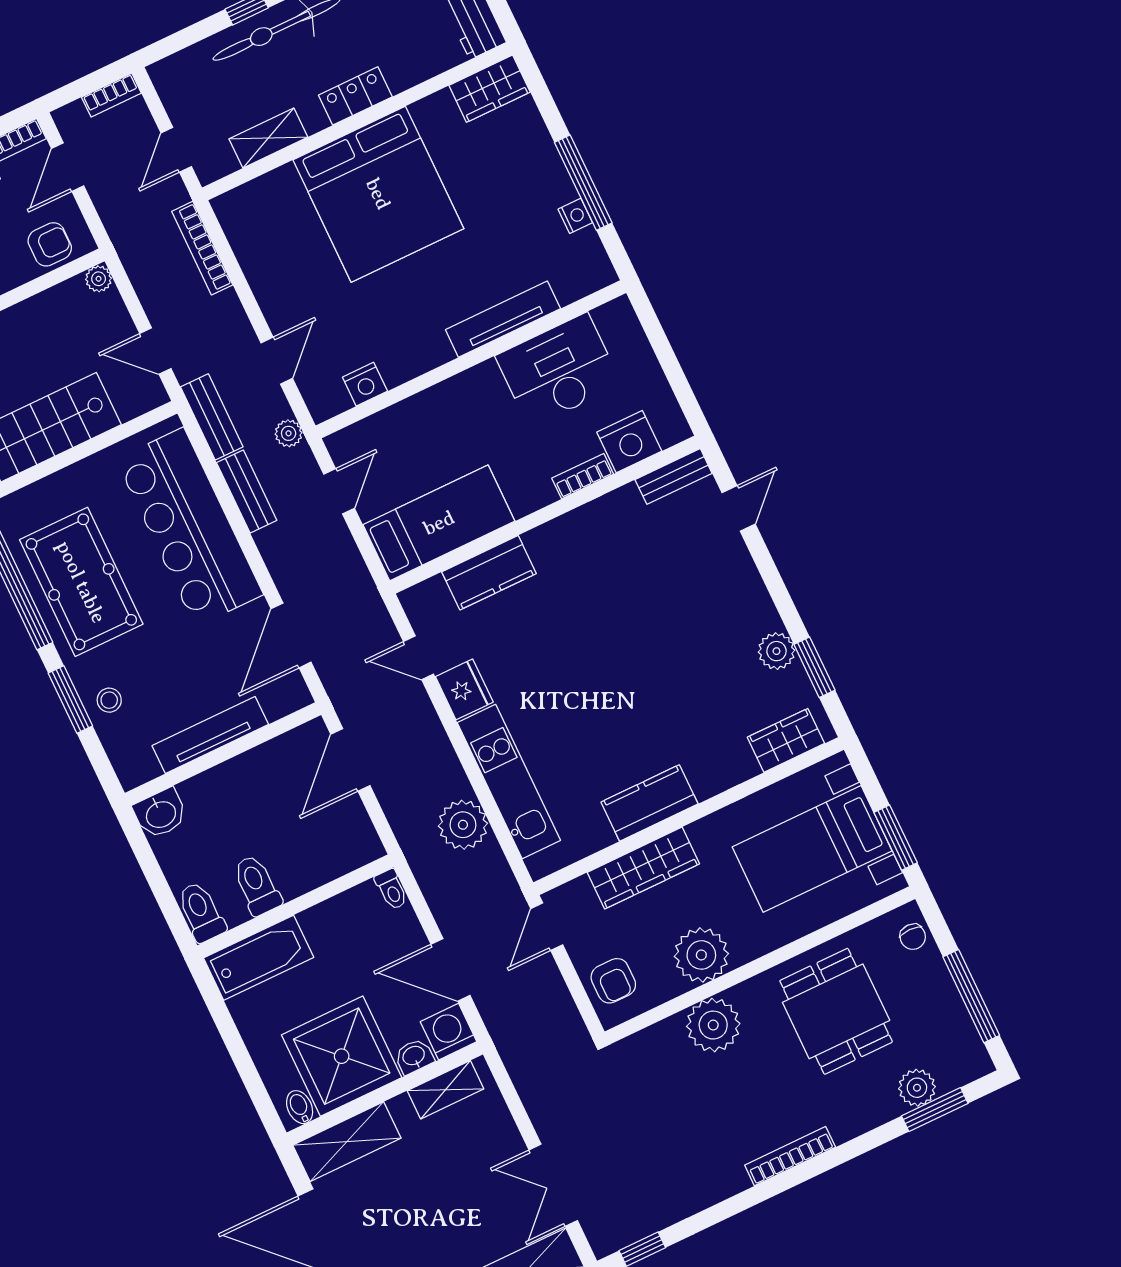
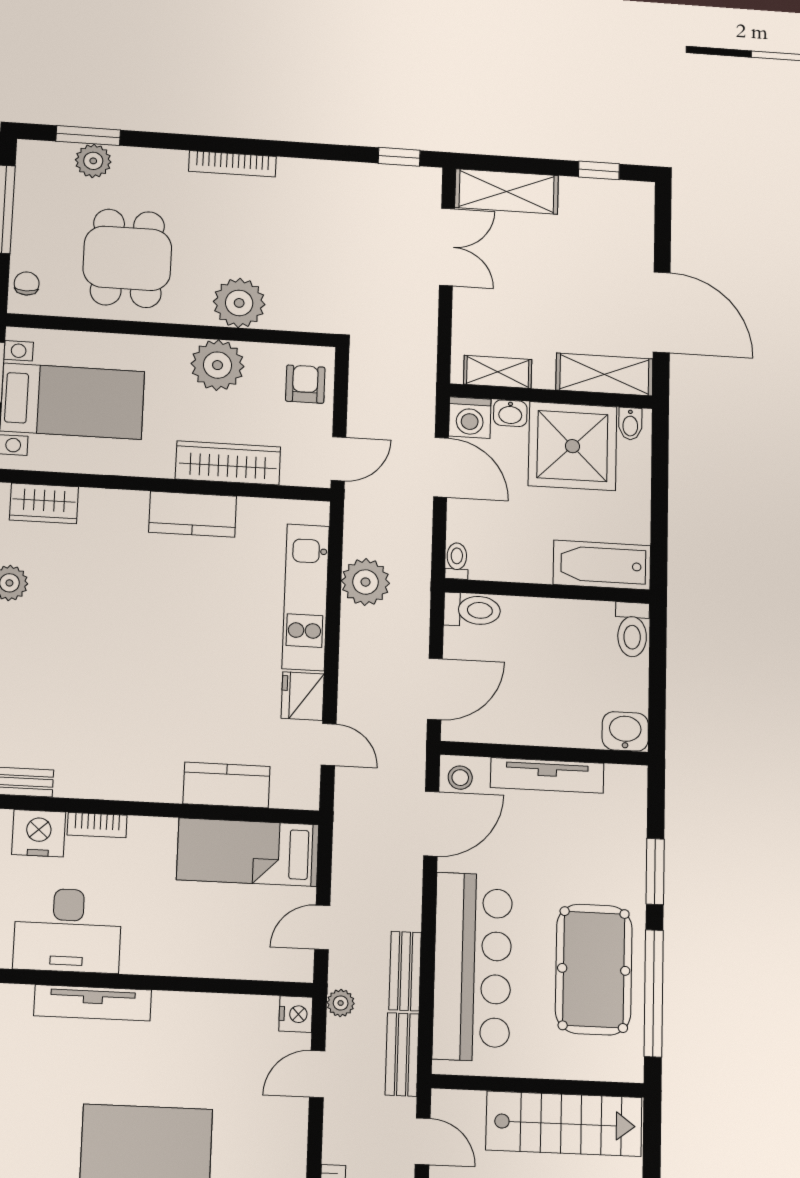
nightstand: (365, 384) -> (296, 1014), moved, turned 90
stool: (109, 700) -> (460, 778), moved
toilet: (257, 885) -> (472, 610), moved, turned -90

